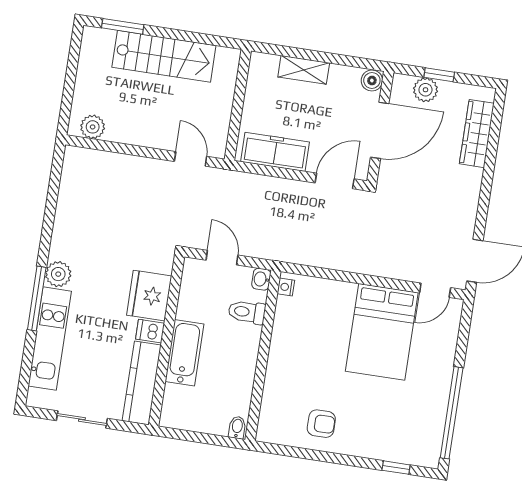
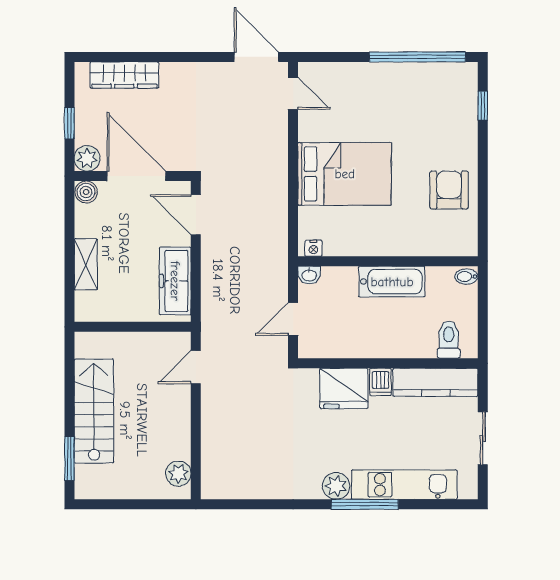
plant: (426, 90) -> (87, 158), moved
toilet: (247, 312) -> (449, 340), moved, turned 180
bed: (382, 332) -> (345, 174), moved
bathtub: (184, 353) -> (392, 282), moved, turned 180
armchair: (321, 424) -> (449, 190), width x1.38, depth x1.38

